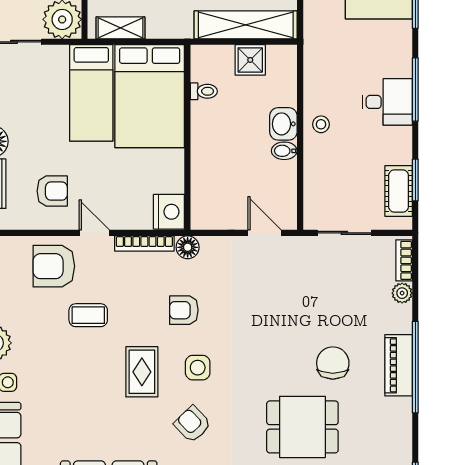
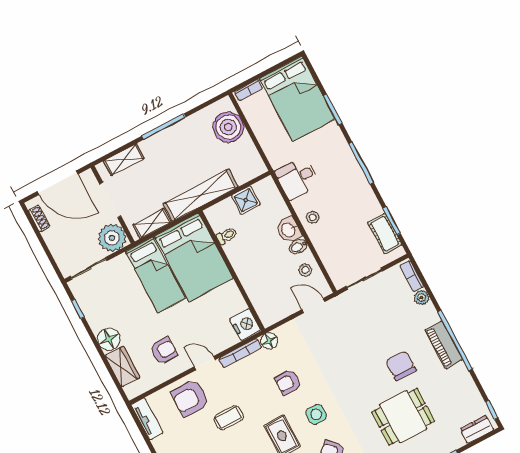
shelving: (246, 25) -> (201, 195), moved
desk: (387, 102) -> (298, 178), moved, turned 180
stool: (278, 184) -> (305, 270), added

